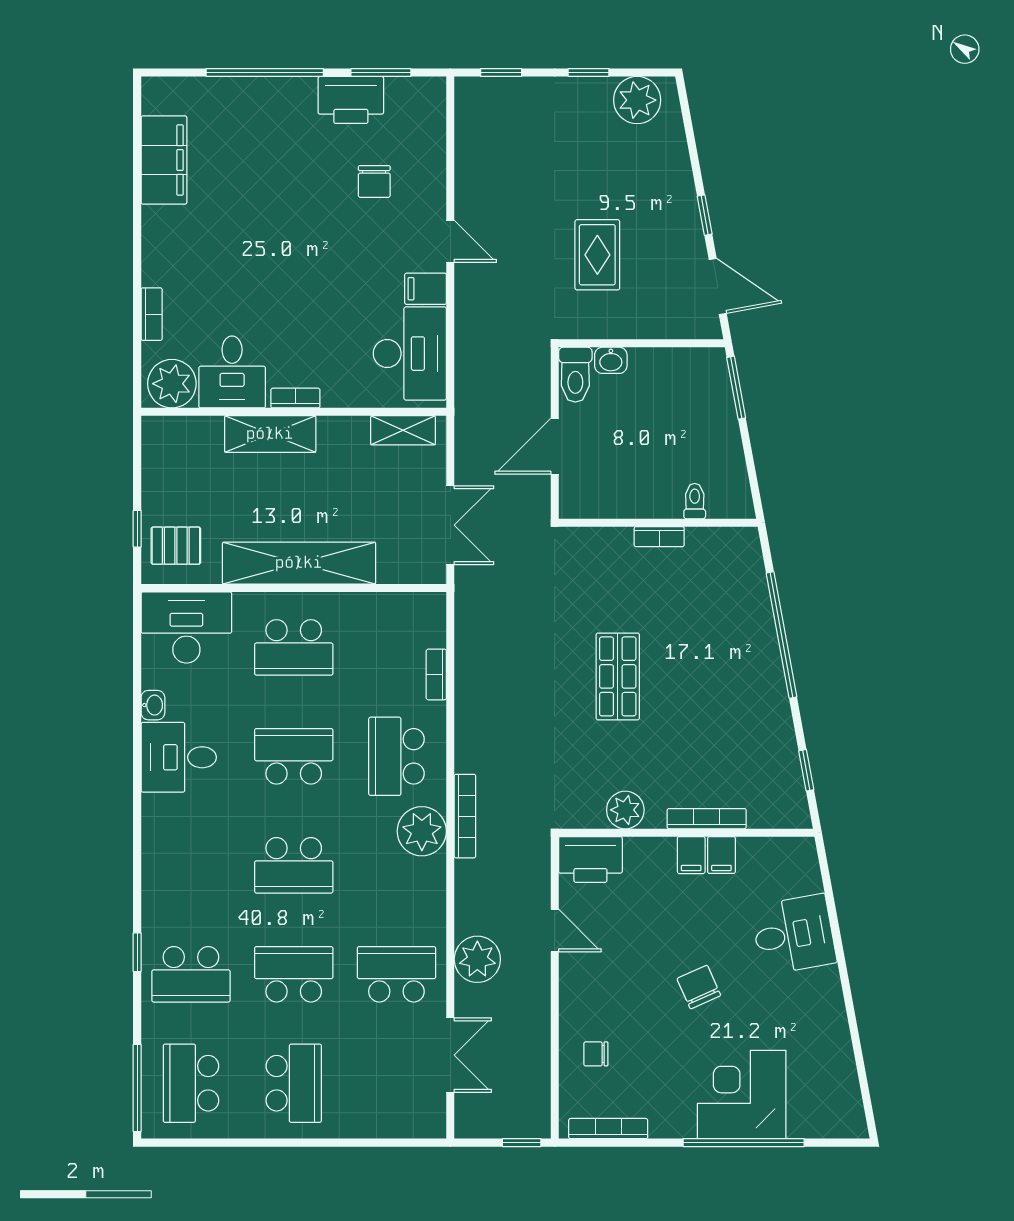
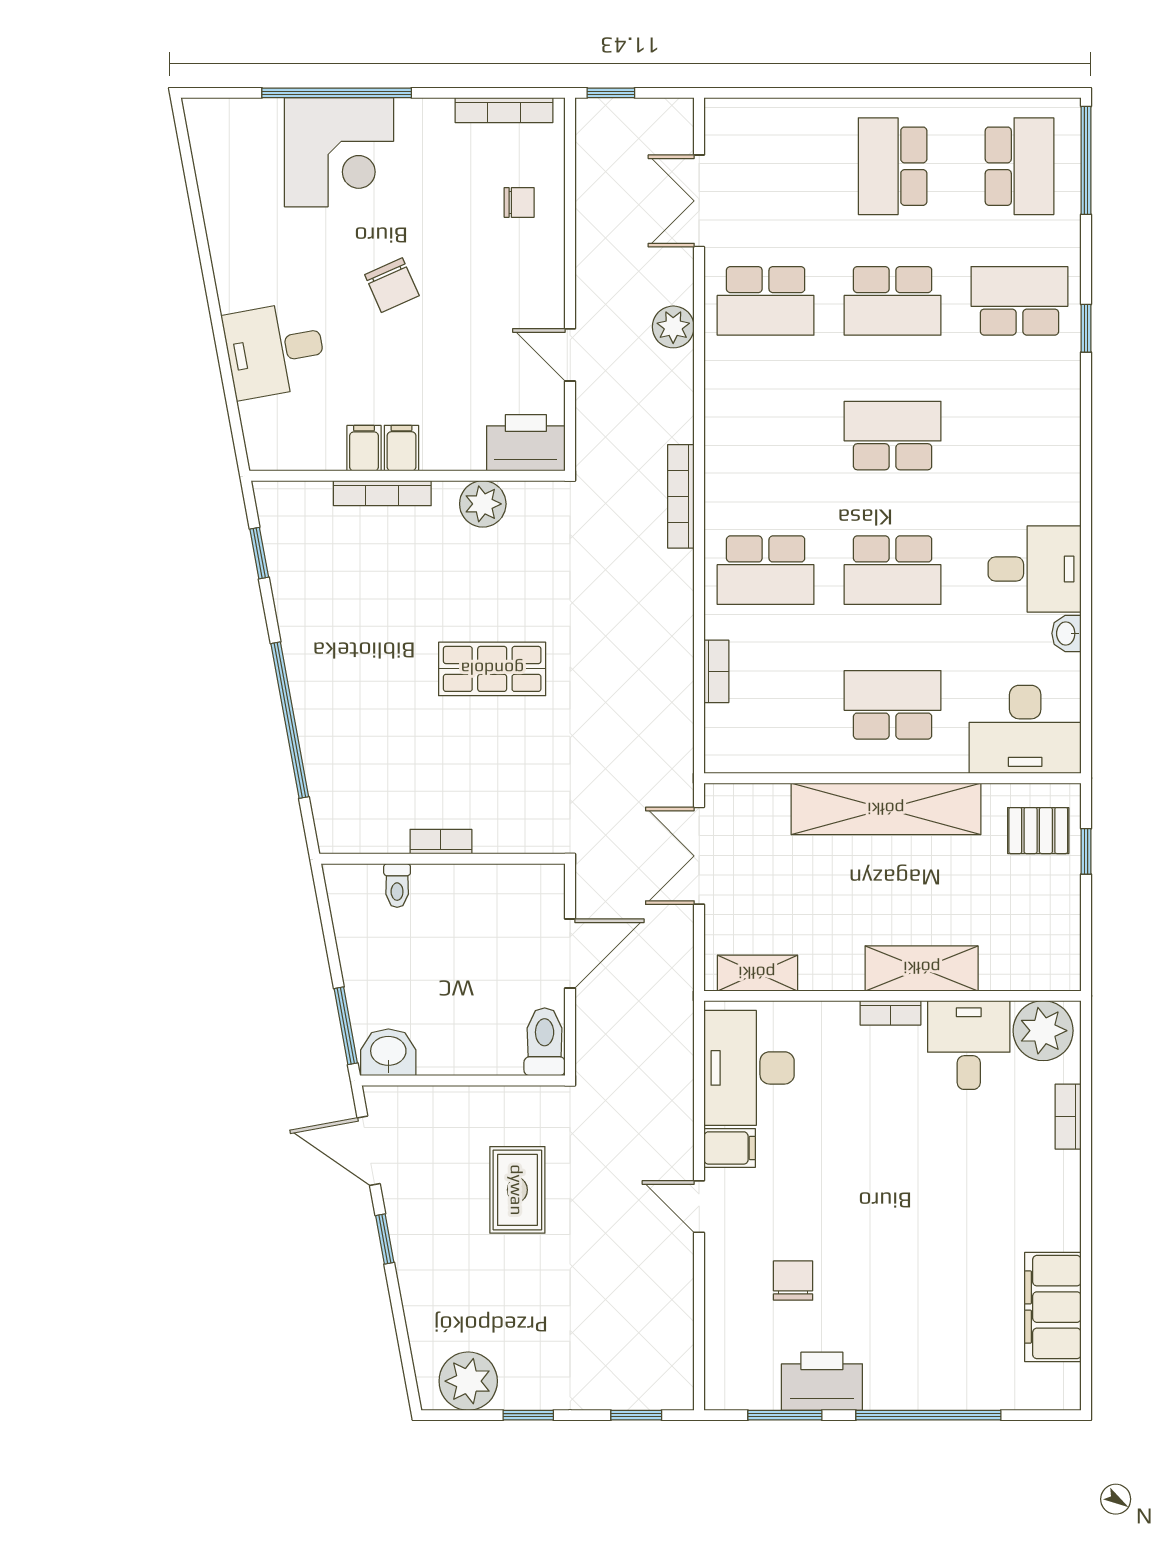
washbasin: (611, 360) -> (388, 1052), moved, width x1.38, depth x1.45
shop shelf: (618, 676) -> (492, 669), turned 90
school desk: (396, 756) -> (766, 570), turned 90
plant: (422, 831) -> (734, 478), removed
plant: (477, 959) -> (673, 327), width x0.73, depth x0.73

